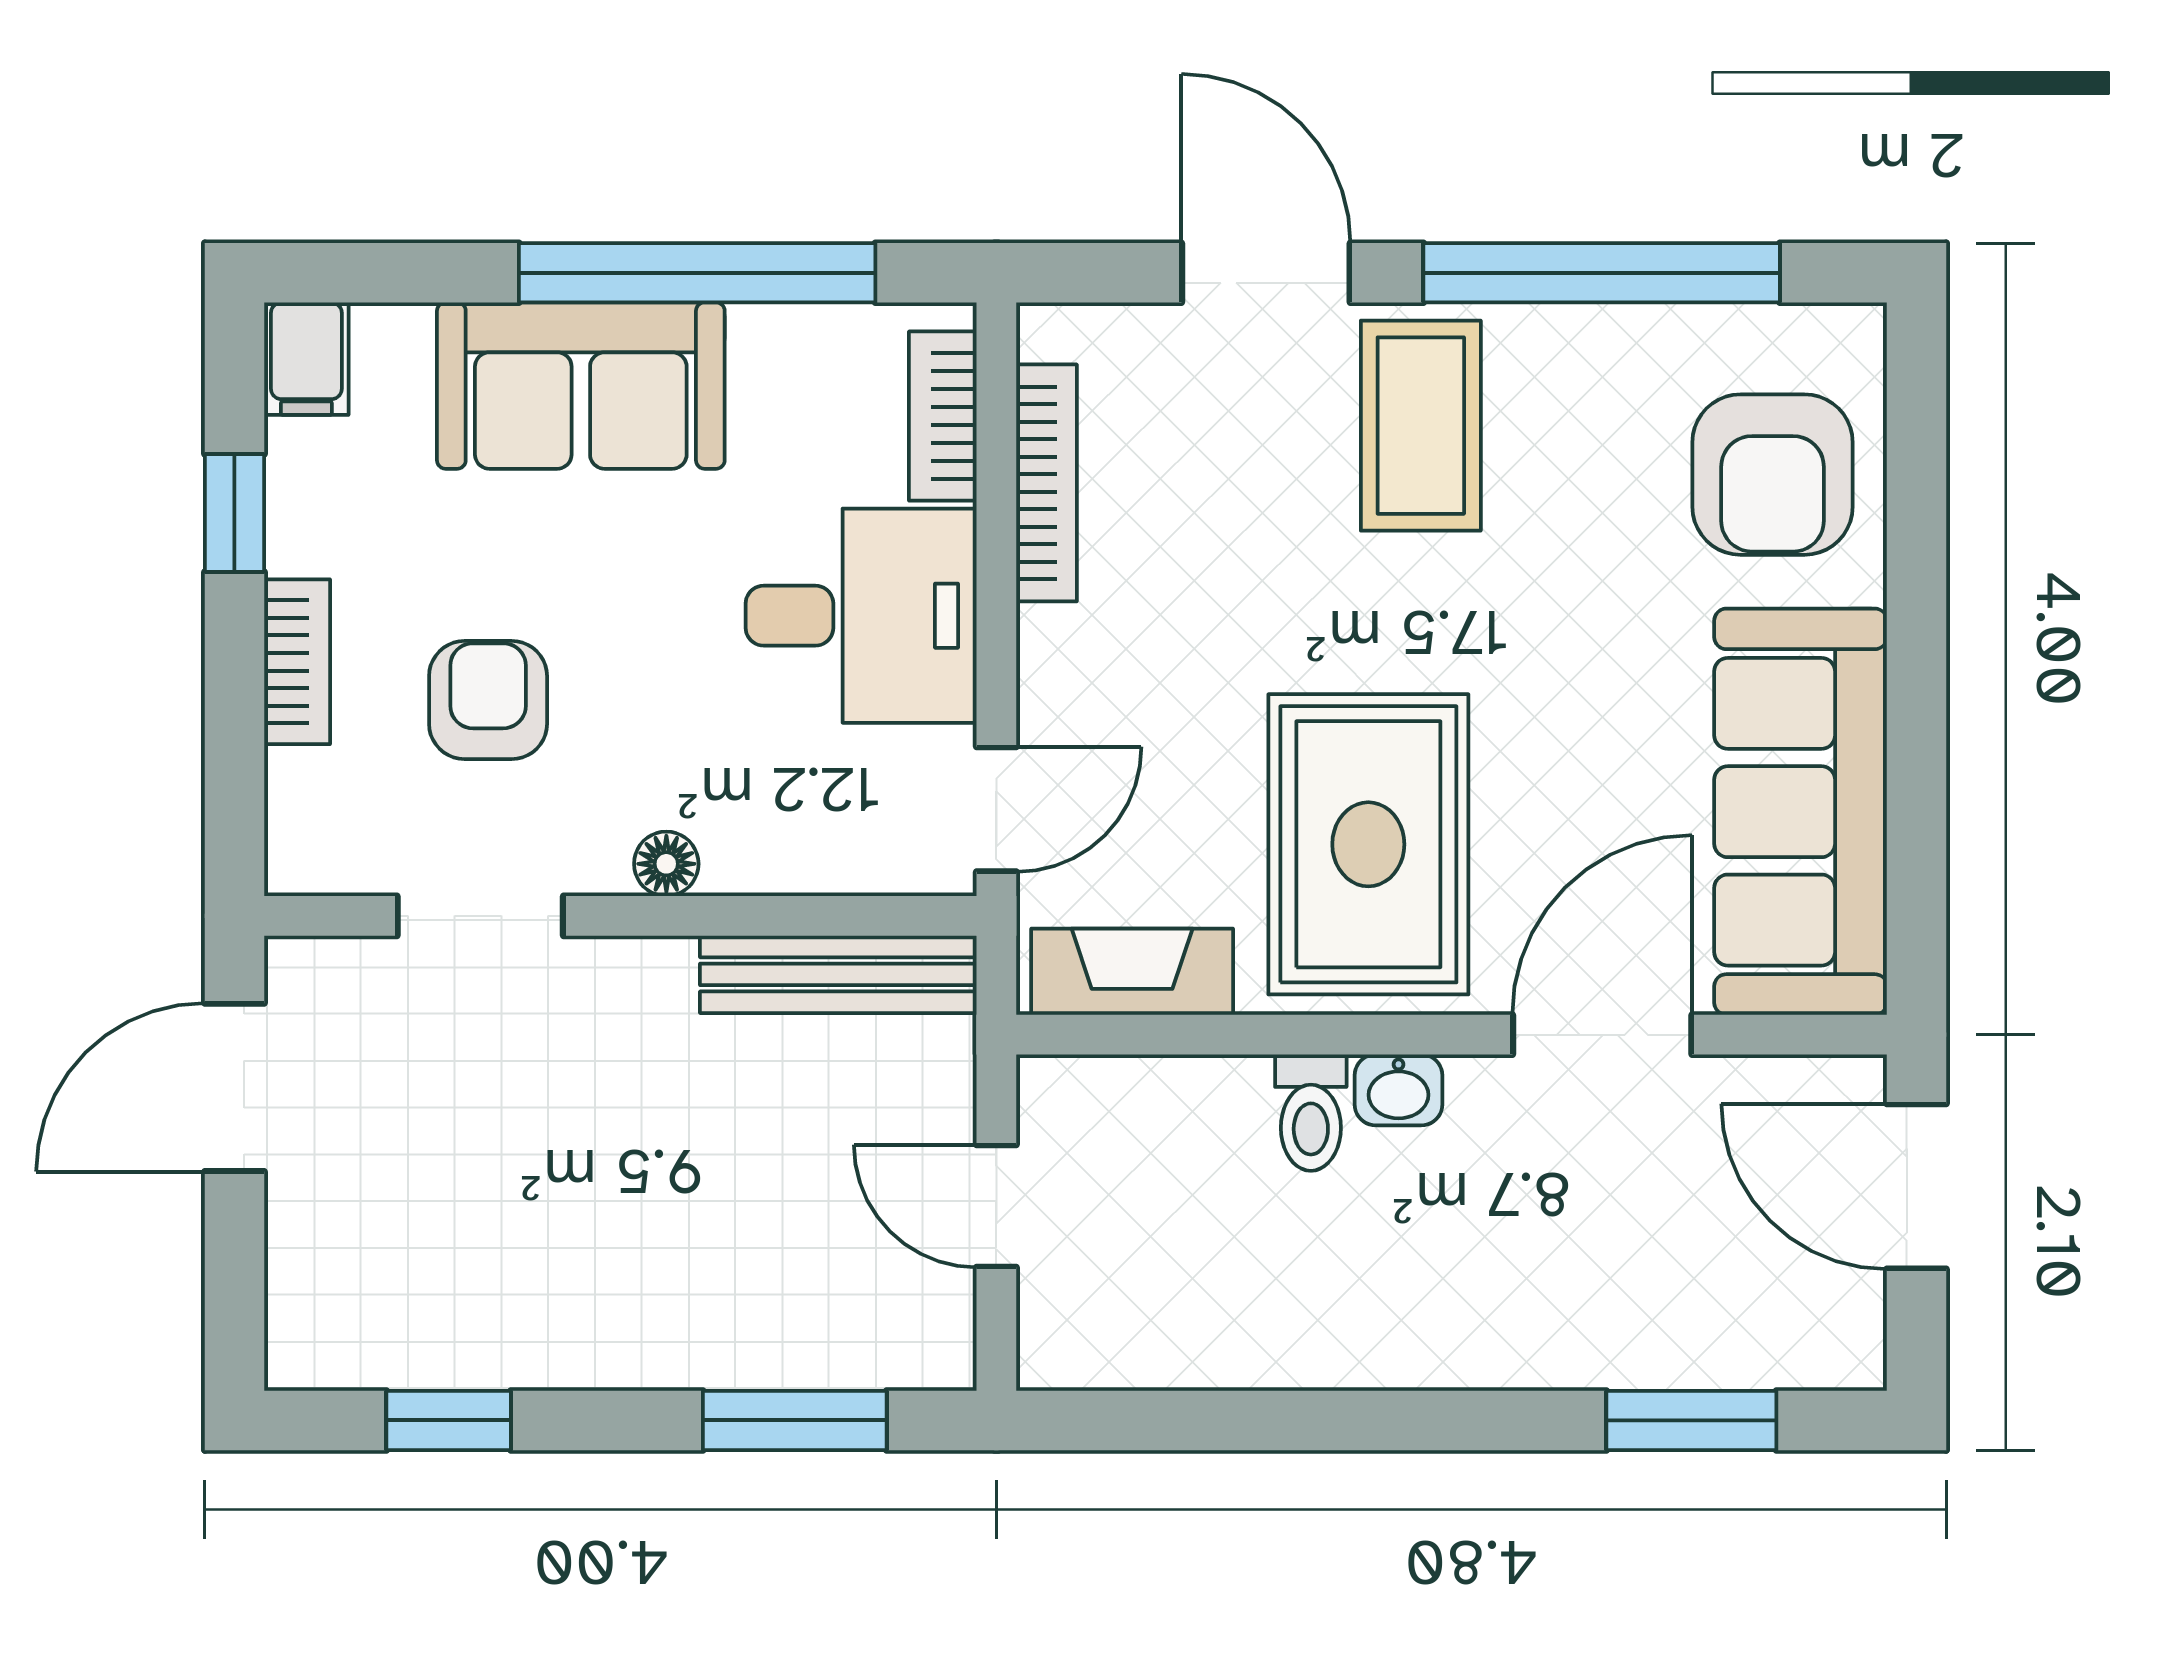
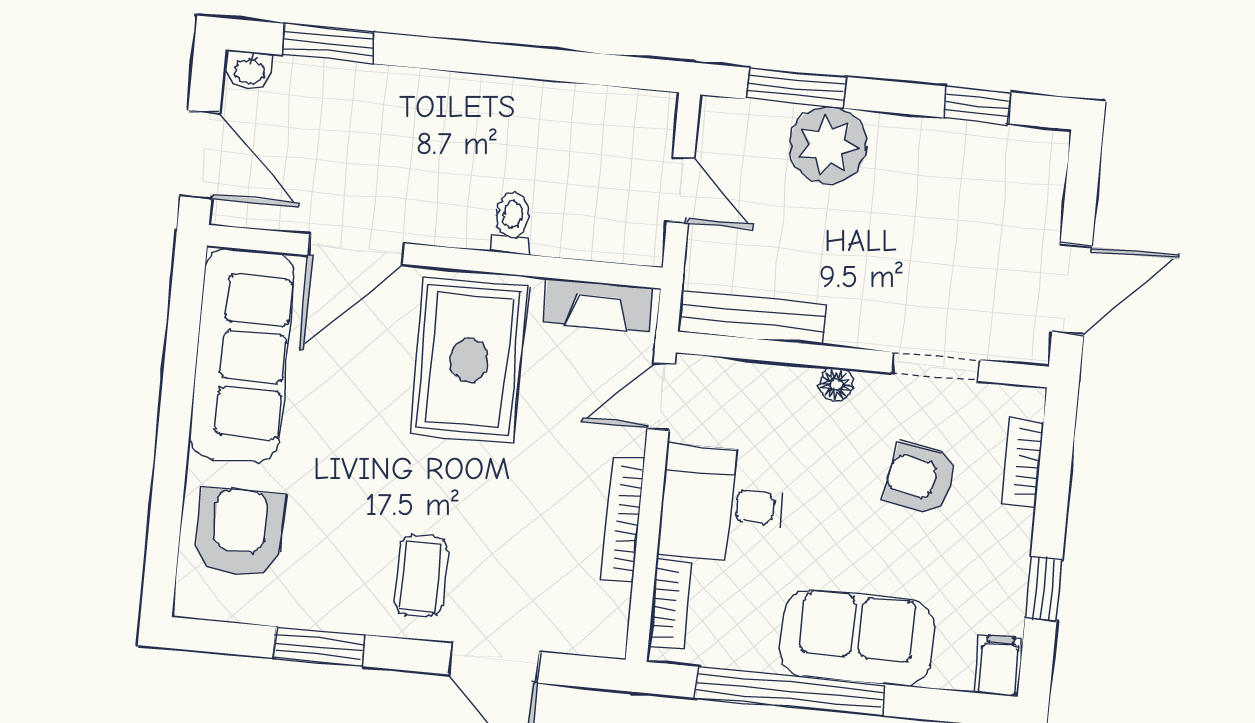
window: (1602, 273) -> (319, 647), width x0.47
coffee table: (1421, 426) -> (421, 576), width x0.73, depth x0.77
bookcase: (1046, 483) -> (623, 519), moved
bookcase: (297, 662) -> (1023, 463), moved
armchair: (488, 700) -> (921, 479), turned 100
washbasin: (1399, 1090) -> (250, 70), moved, turned 180
plant: (724, 1317) -> (828, 145), added

